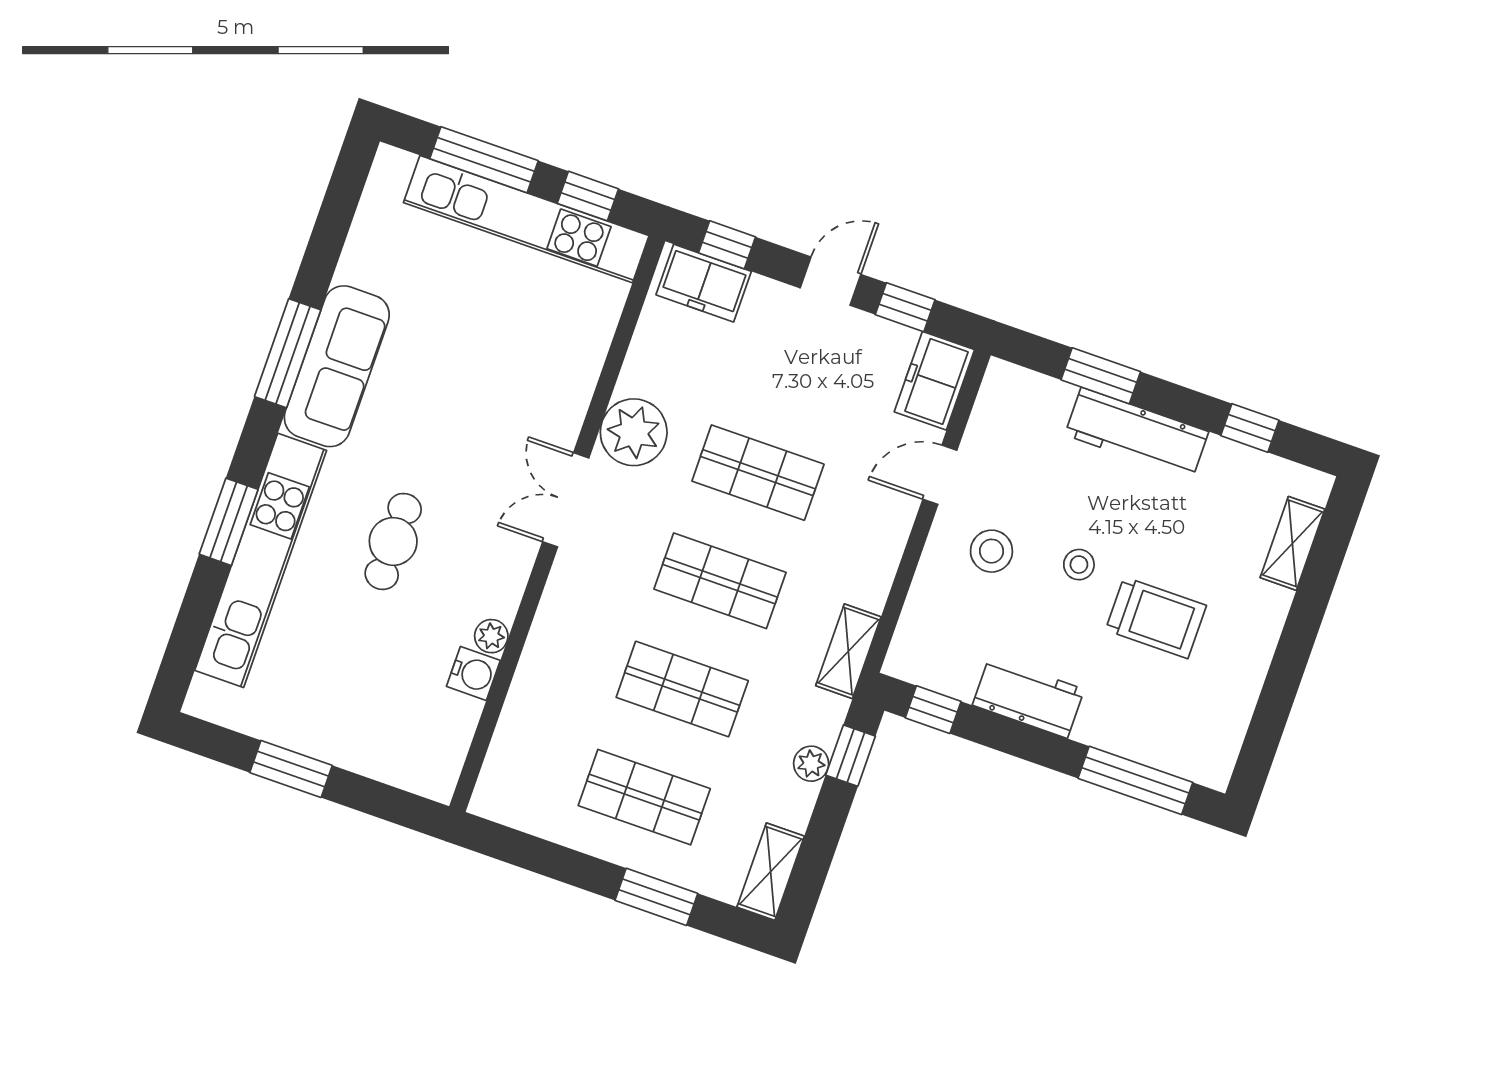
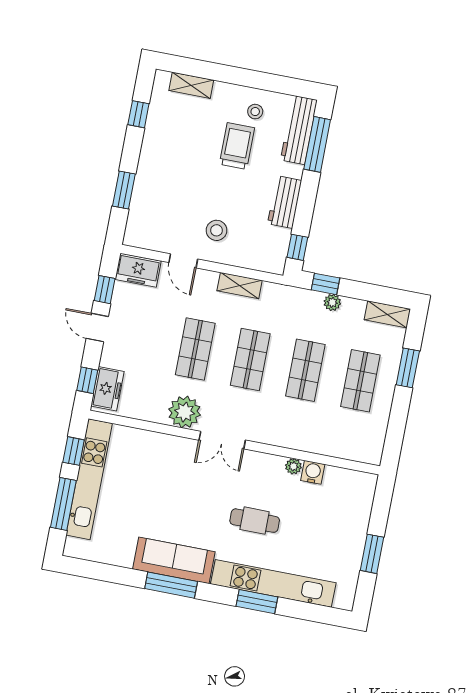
workbench: (1137, 433) -> (299, 130), moved, turned 180
stool: (1079, 565) -> (255, 112), moved
shelving: (848, 651) -> (240, 286), moved

